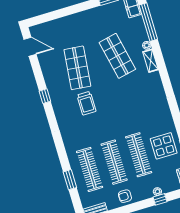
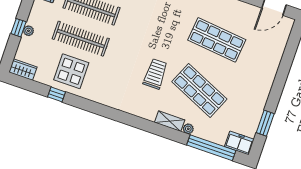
shop shelf: (117, 56) -> (199, 90), turned 36
trolley: (86, 103) -> (155, 74), moved, turned 90

